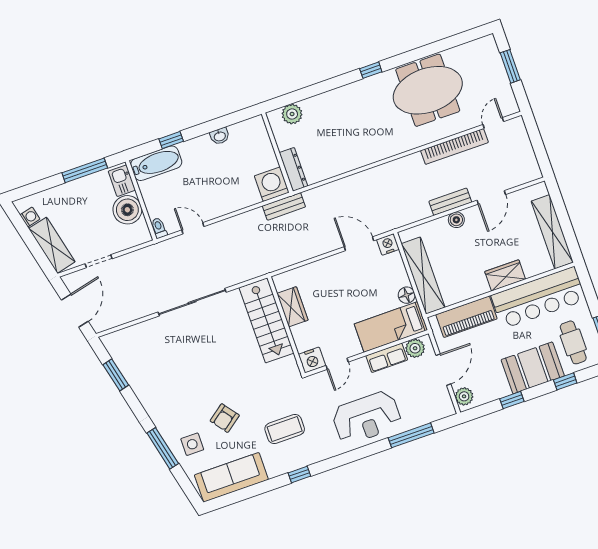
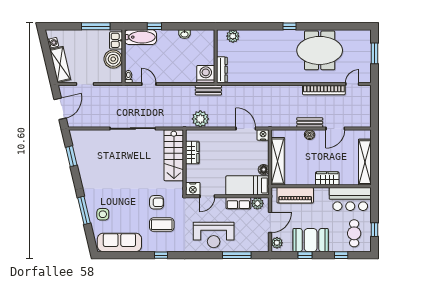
plant: (287, 253) -> (200, 119), added
bar counter: (539, 298) -> (350, 199), width x0.73
booth: (533, 368) -> (311, 240), moved
armchair: (225, 418) -> (157, 202), moved, turned -143

